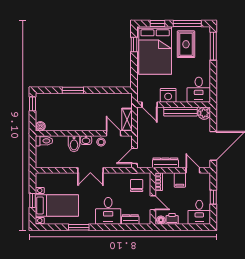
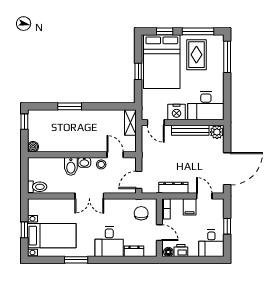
window: (134, 45) -> (138, 71), moved
desk: (199, 90) -> (206, 106), width x1.37
shelving: (127, 120) -> (130, 122), moved
toilet: (44, 141) -> (37, 187), moved

